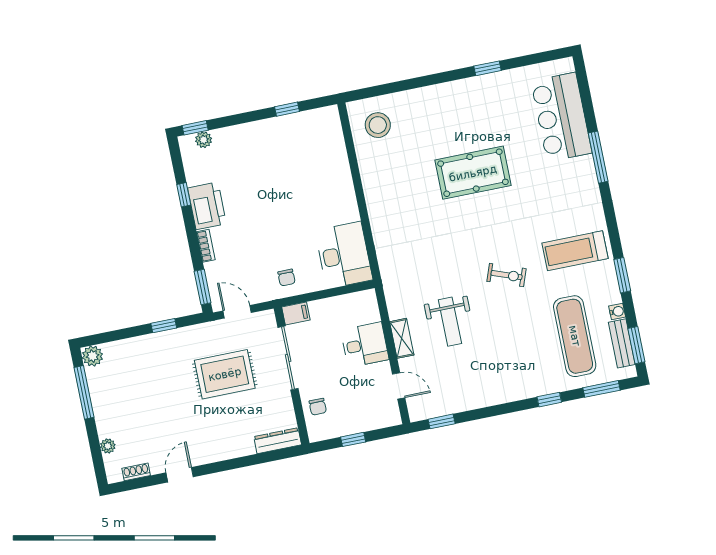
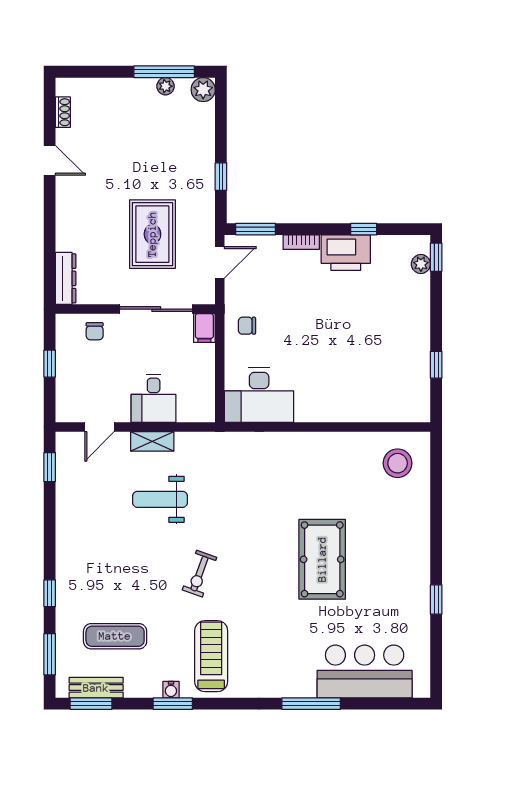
water cooler: (617, 312) -> (171, 690), moved
exercise mat: (575, 336) -> (115, 636), width x0.73, depth x0.69
chair: (318, 407) -> (95, 331), turned -90
plant: (108, 446) -> (166, 86), moved

